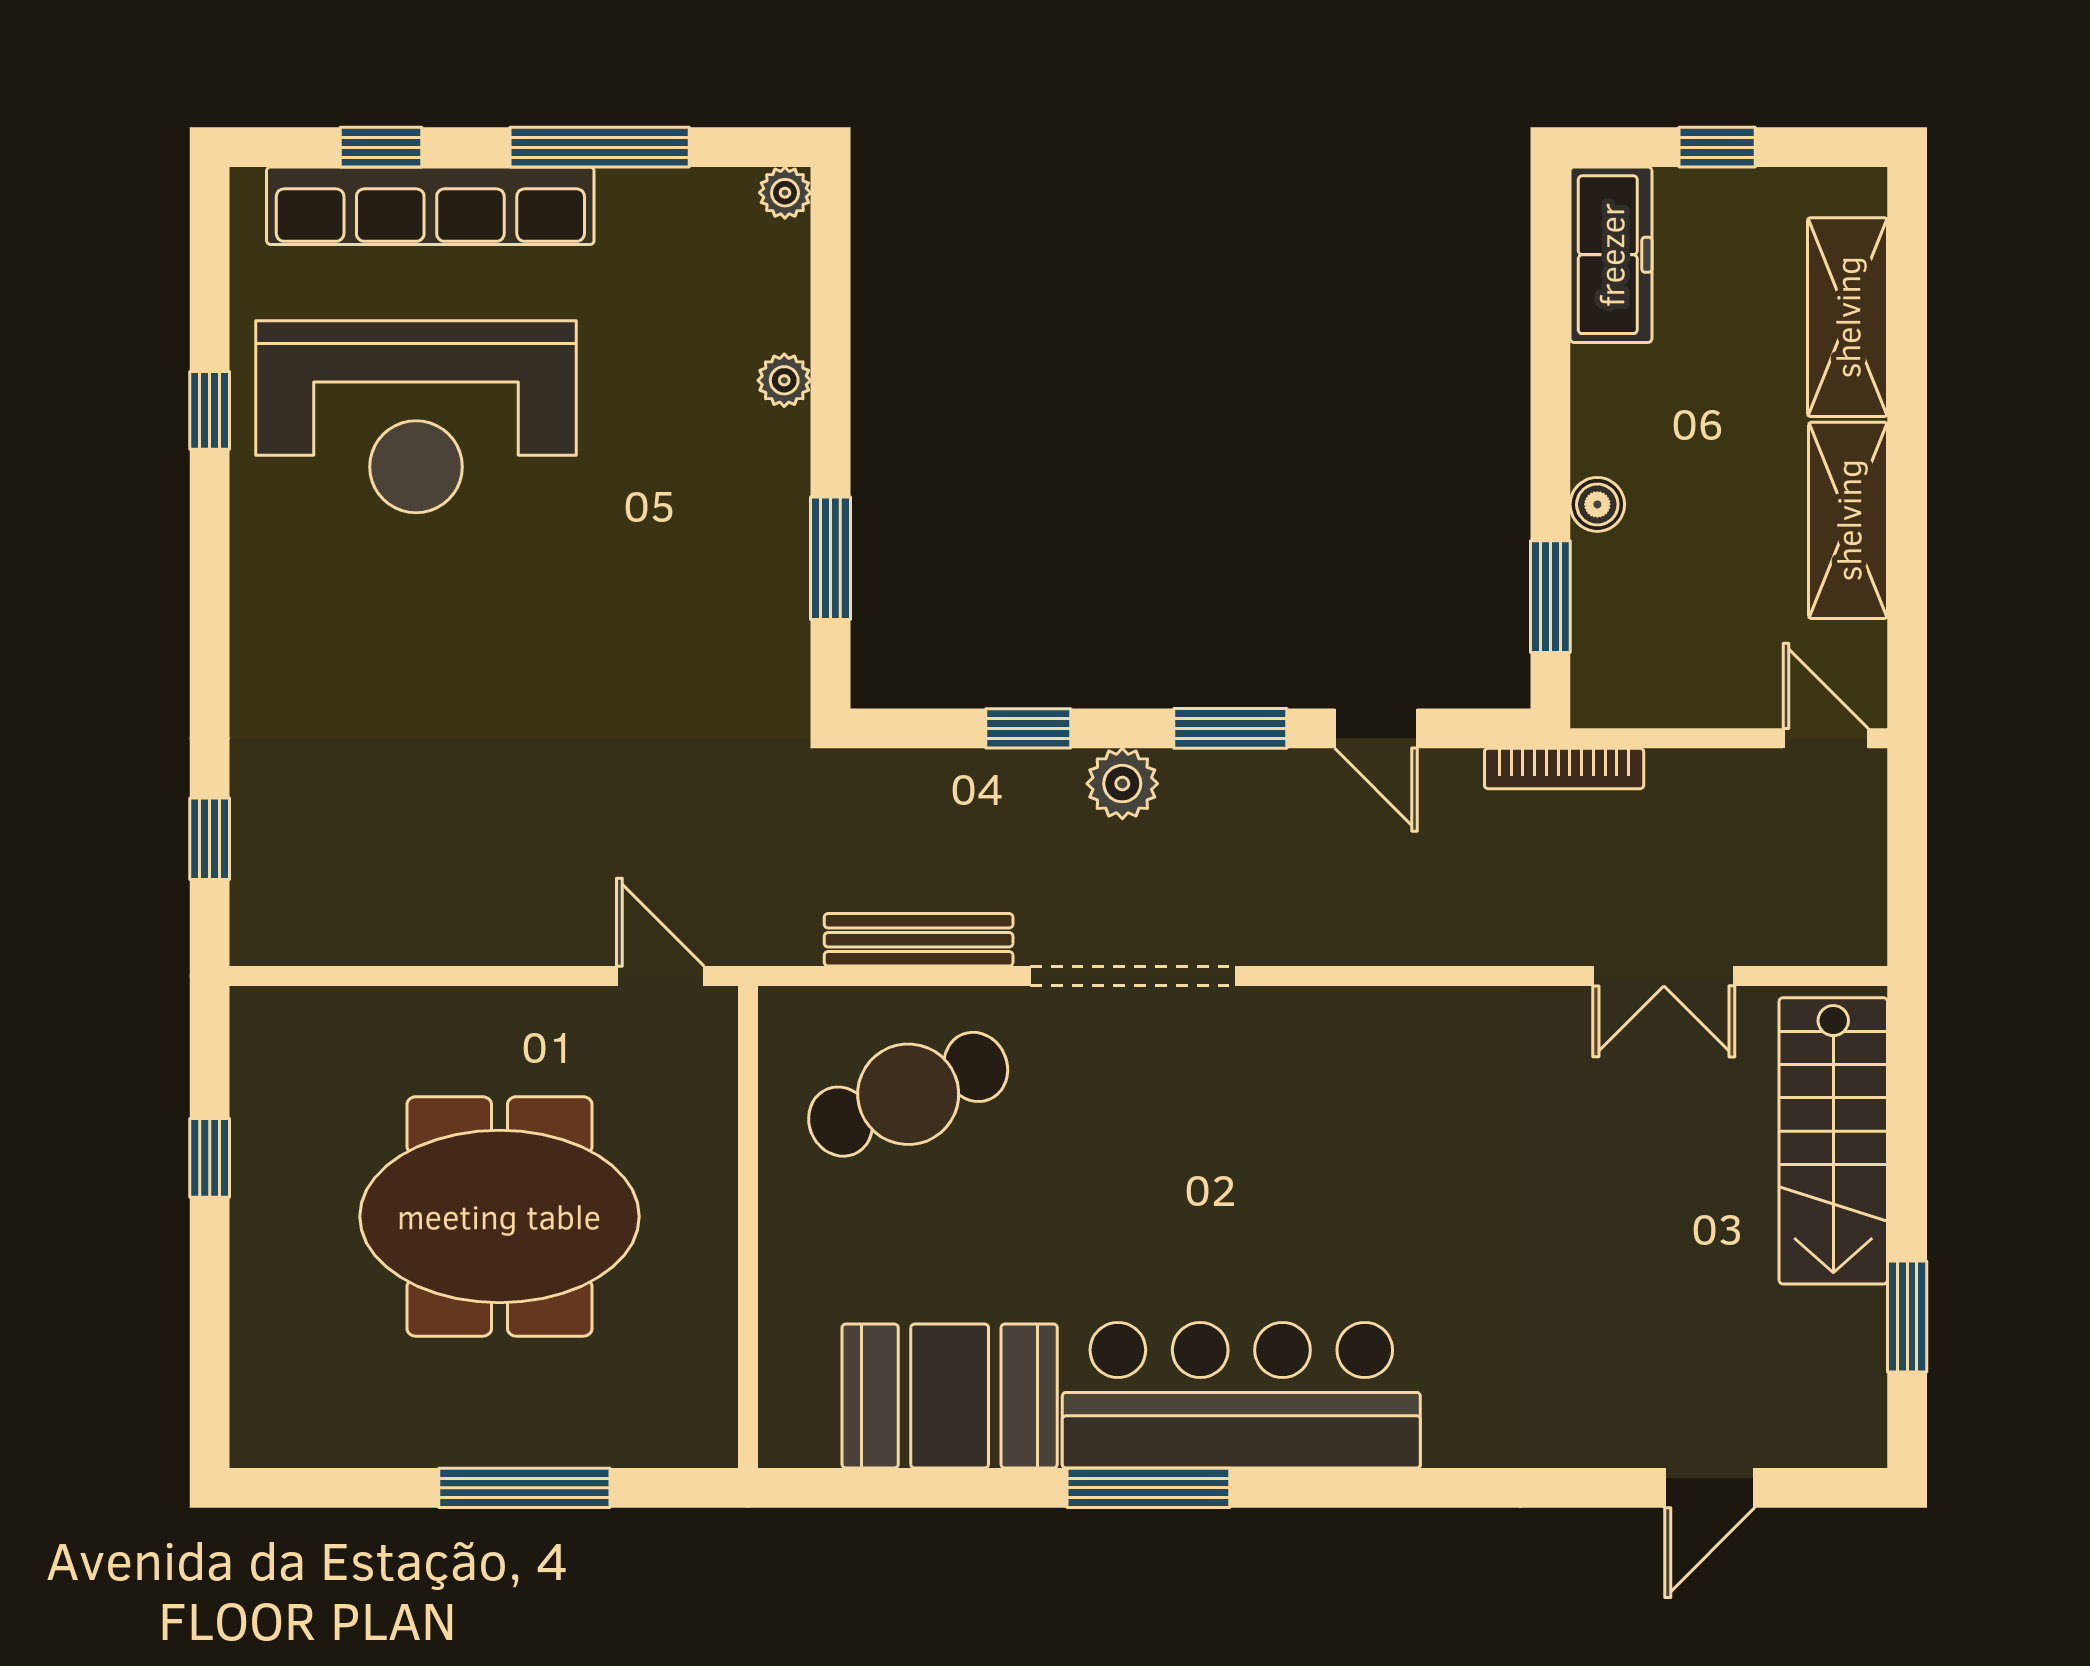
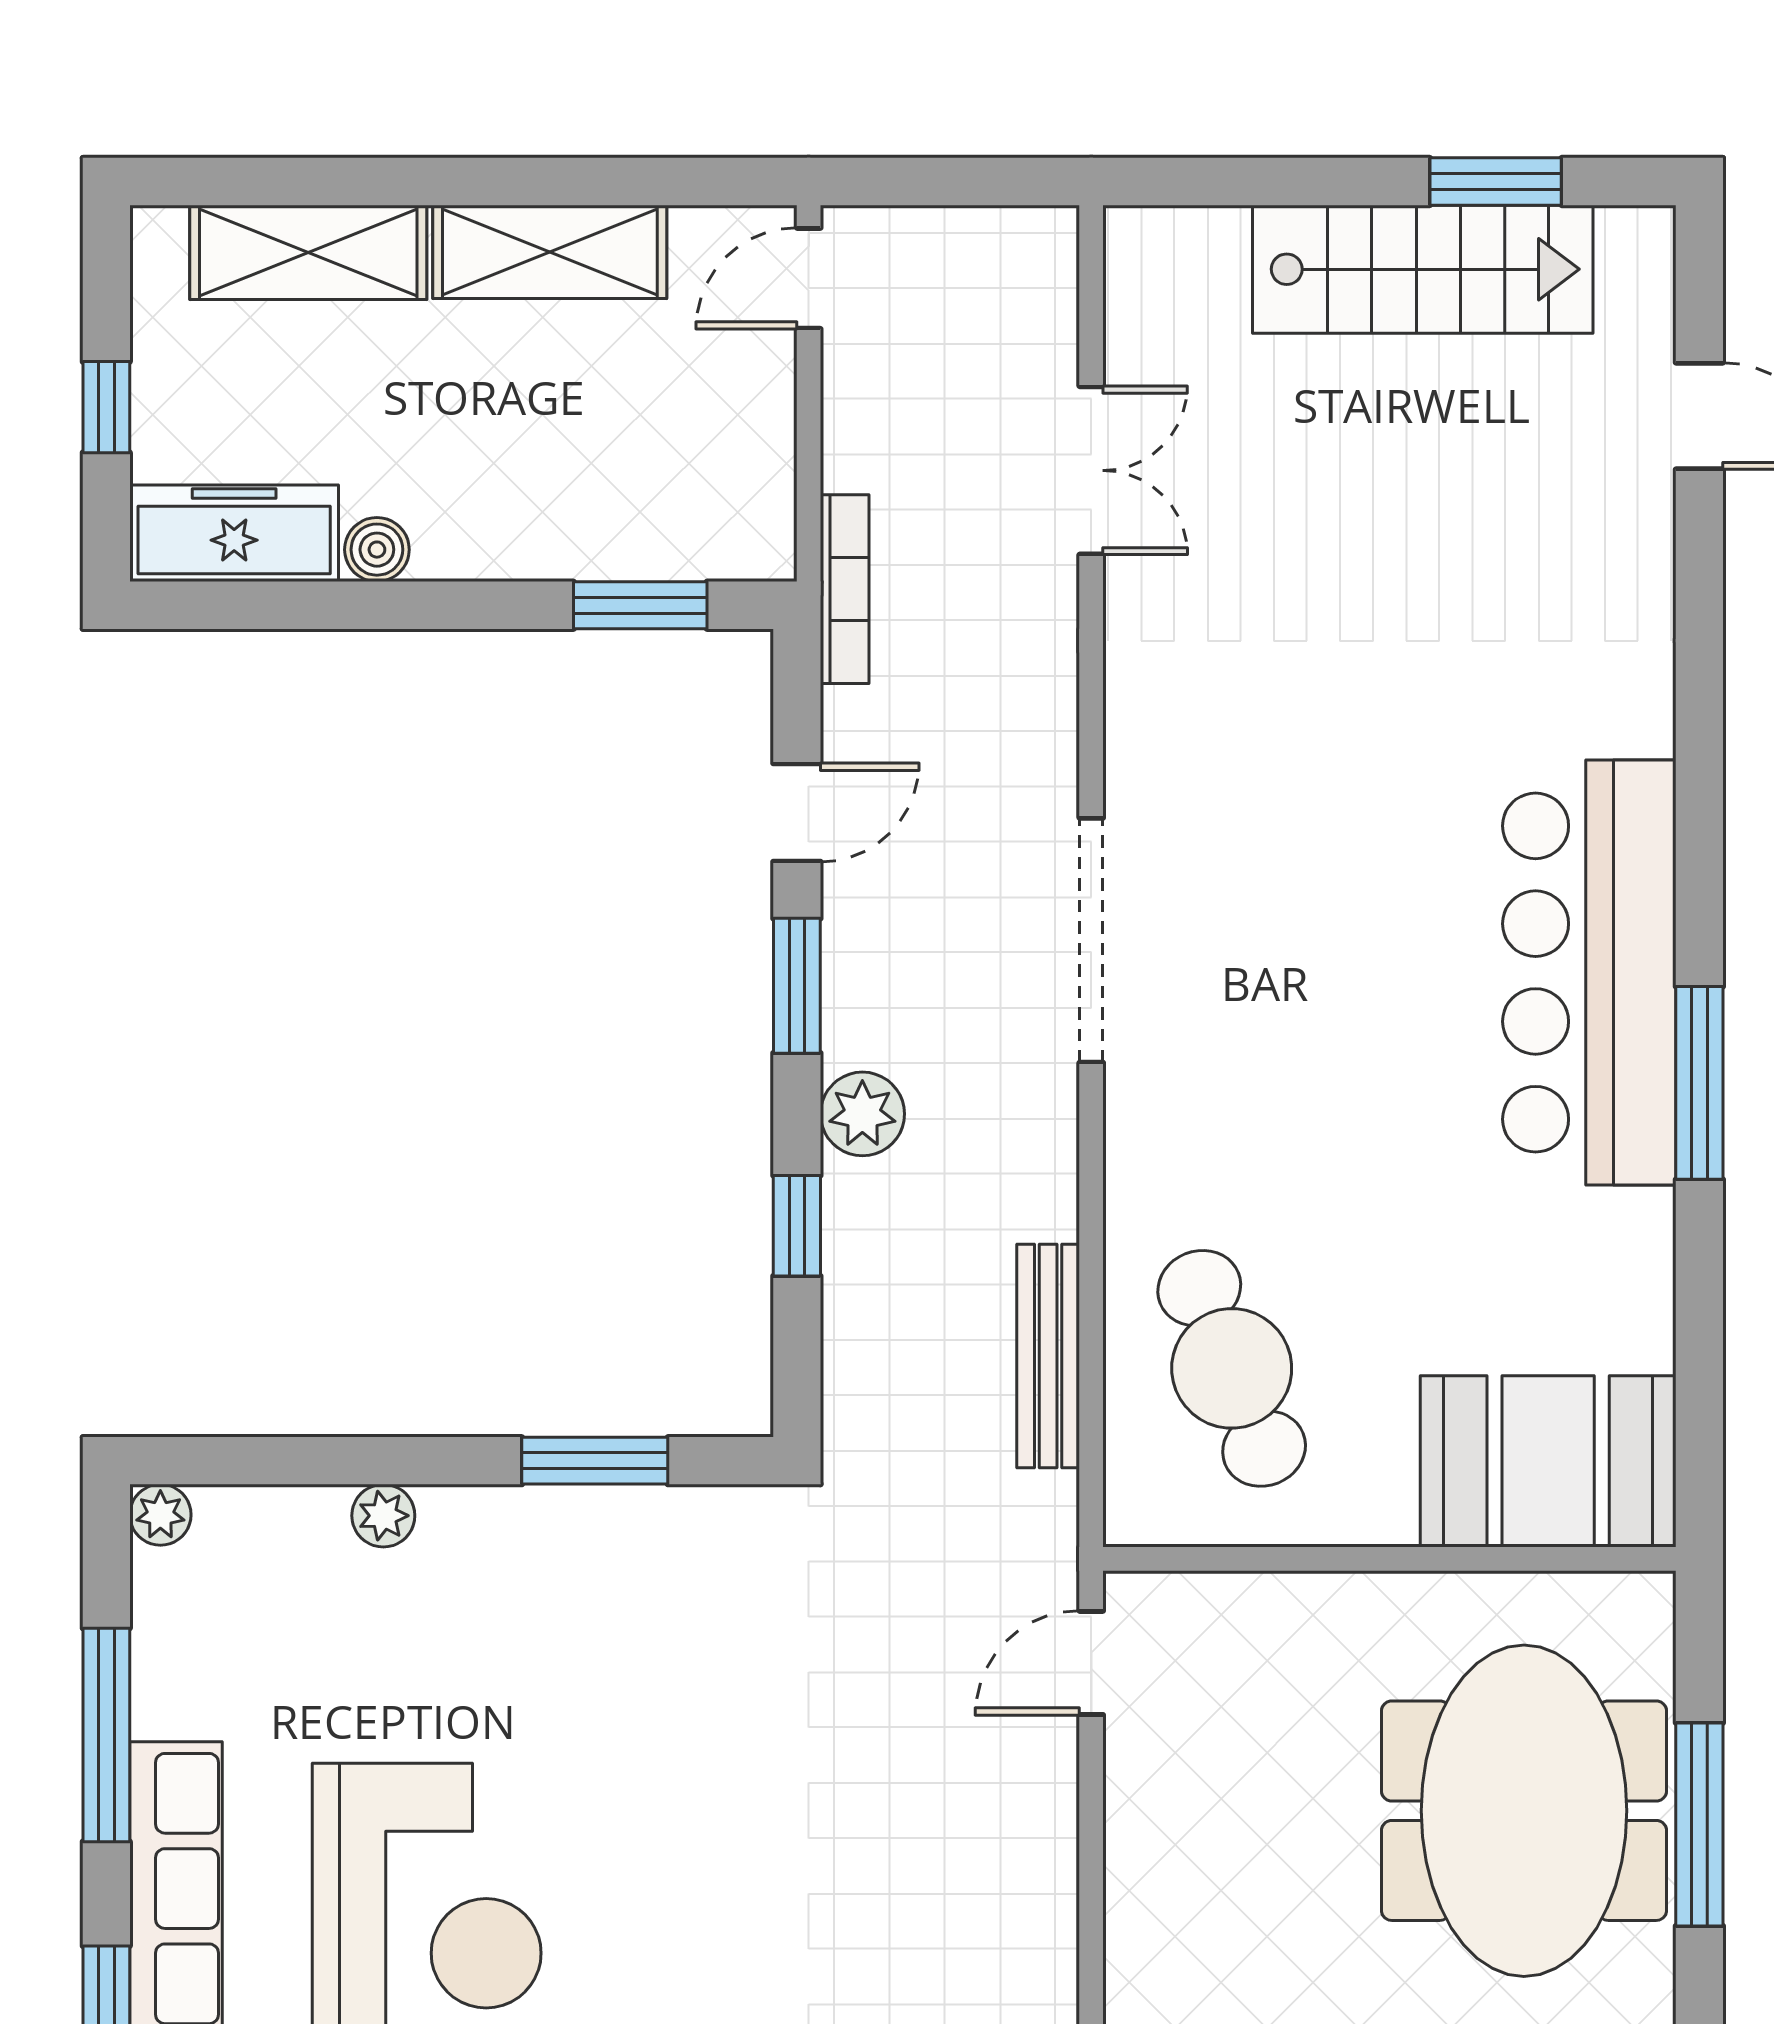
boiler: (1597, 504) -> (377, 550), moved
doorway: (1133, 976) -> (1091, 940), moved
stairs: (1833, 1141) -> (1423, 269), moved
meeting table: (499, 1216) -> (1524, 1811), moved
booth: (950, 1396) -> (1548, 1461), moved, turned 90

